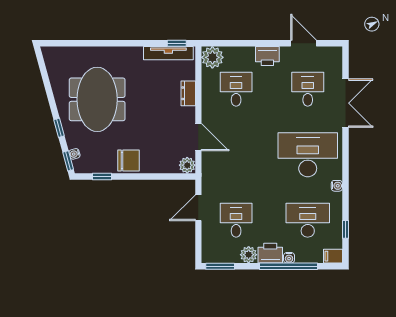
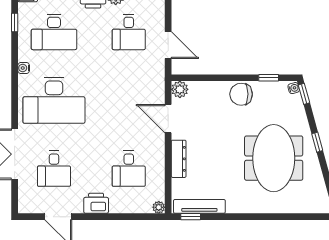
plant: (212, 57) -> (159, 207), width x0.53, depth x0.53
dresser: (188, 93) -> (179, 159), width x1.44
window: (59, 128) -> (317, 142), moved
water cooler: (74, 154) -> (294, 88), moved
door: (198, 208) -> (168, 45), hinge flipped

